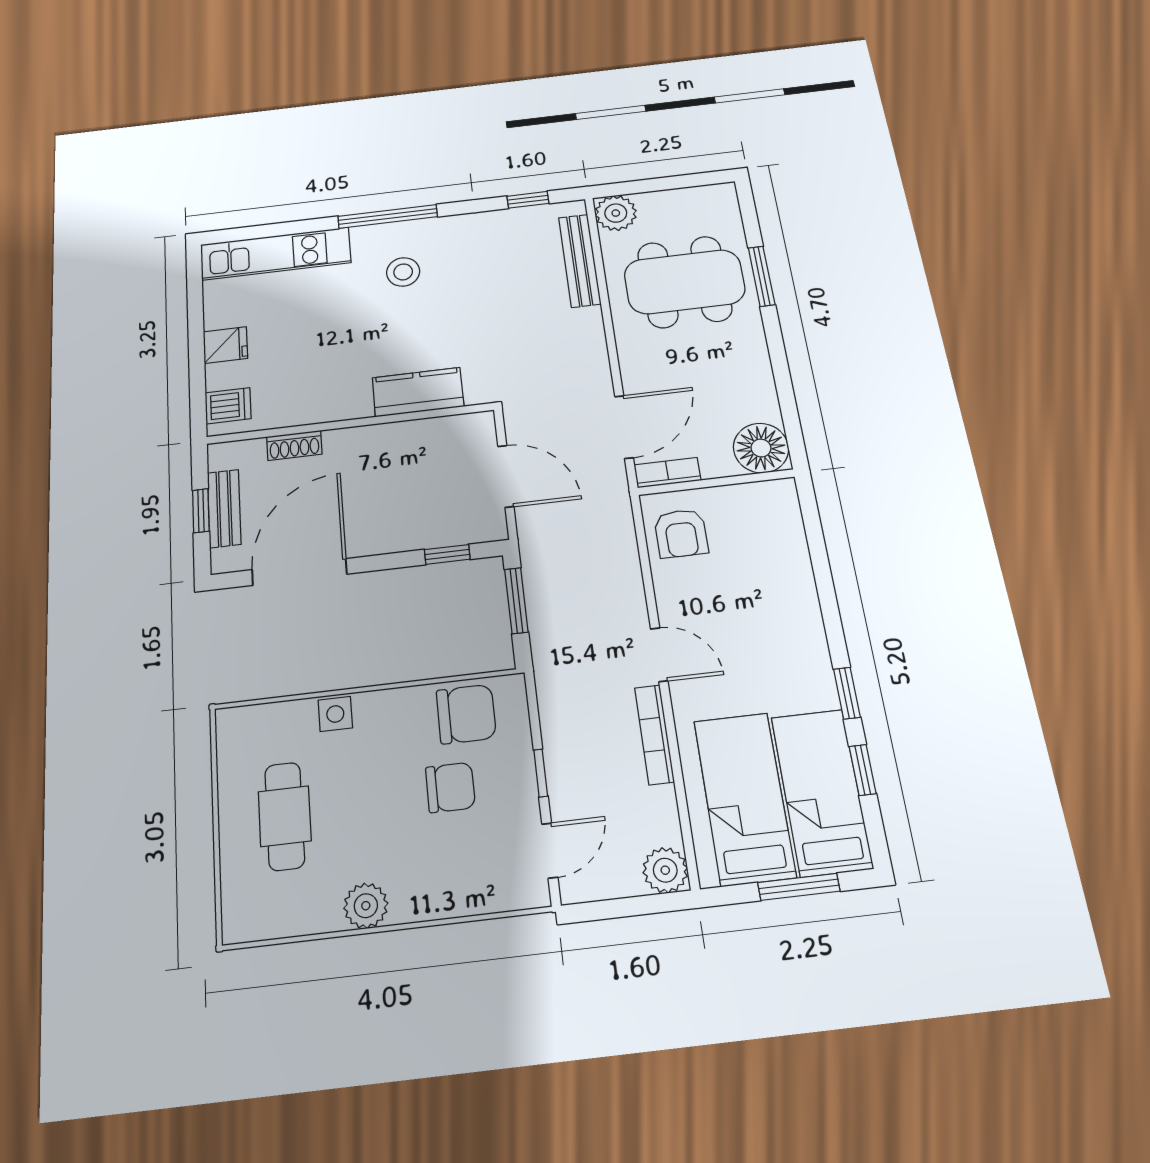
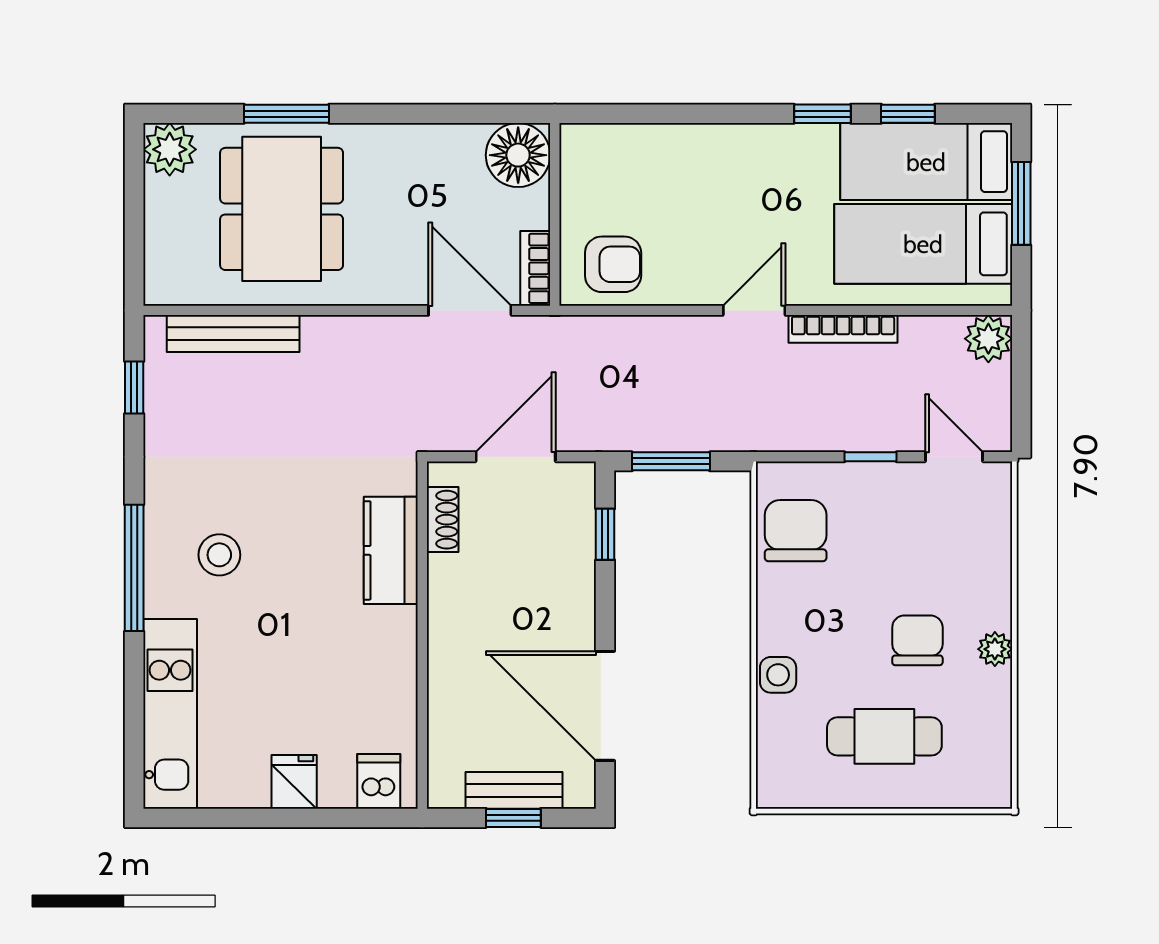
plant: (616, 213) -> (170, 149), moved
shoe rack: (294, 445) -> (443, 520), moved
chair: (450, 787) -> (917, 640), moved
plant: (366, 906) -> (995, 649), width x0.73, depth x0.73

